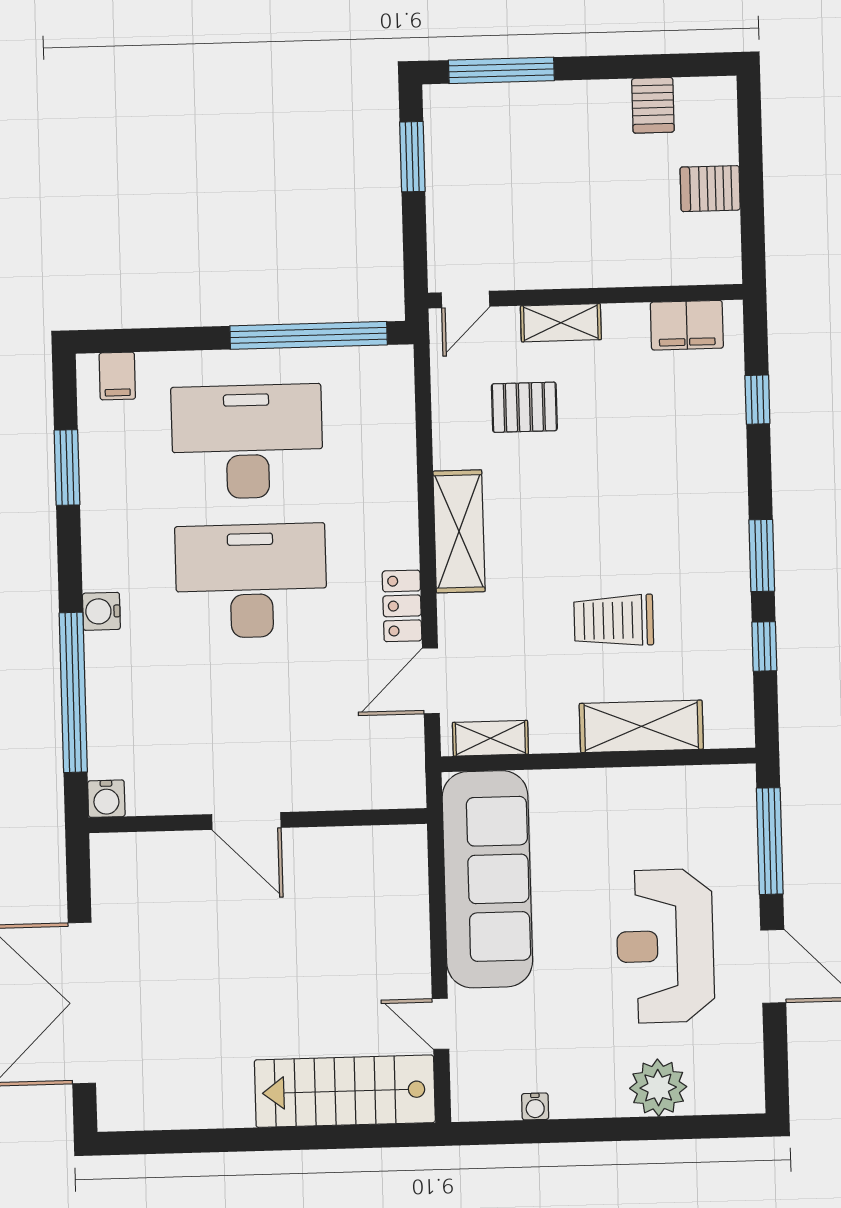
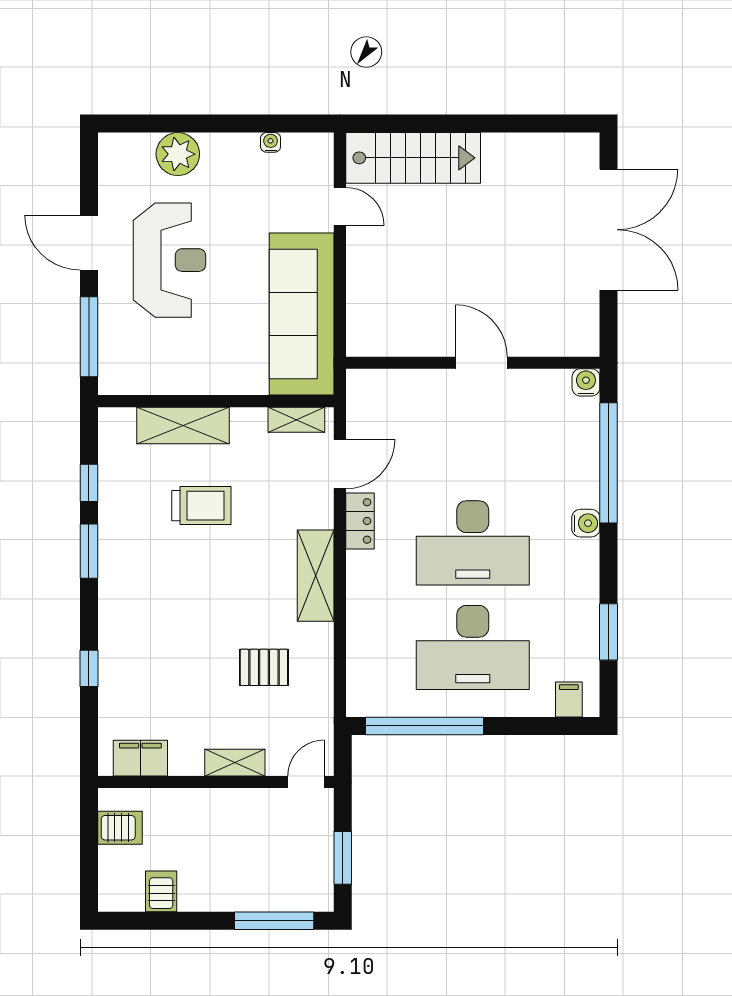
wall: (585, 296) -> (216, 782), moved
door: (465, 300) -> (306, 782), moved
shelving: (561, 323) -> (235, 763), moved
filing cabinet: (687, 325) -> (140, 758), moved

